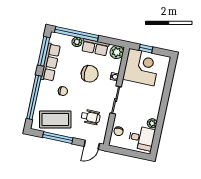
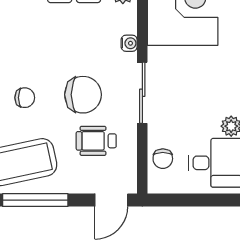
chair: (90, 74) -> (83, 95), moved
wheelchair: (91, 117) -> (96, 141), turned 180

